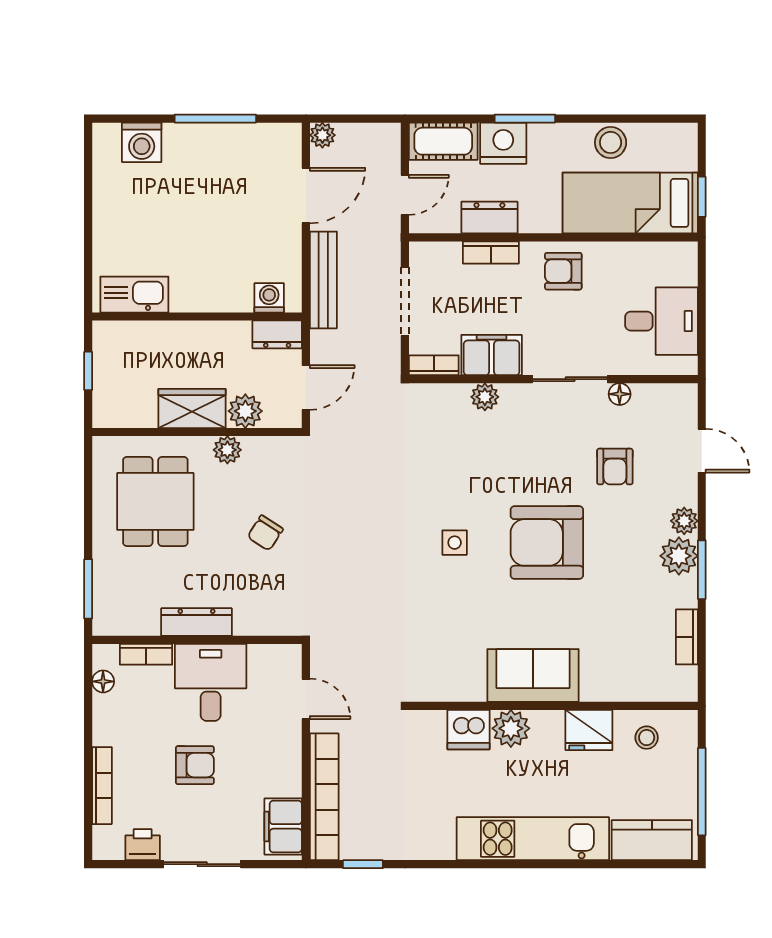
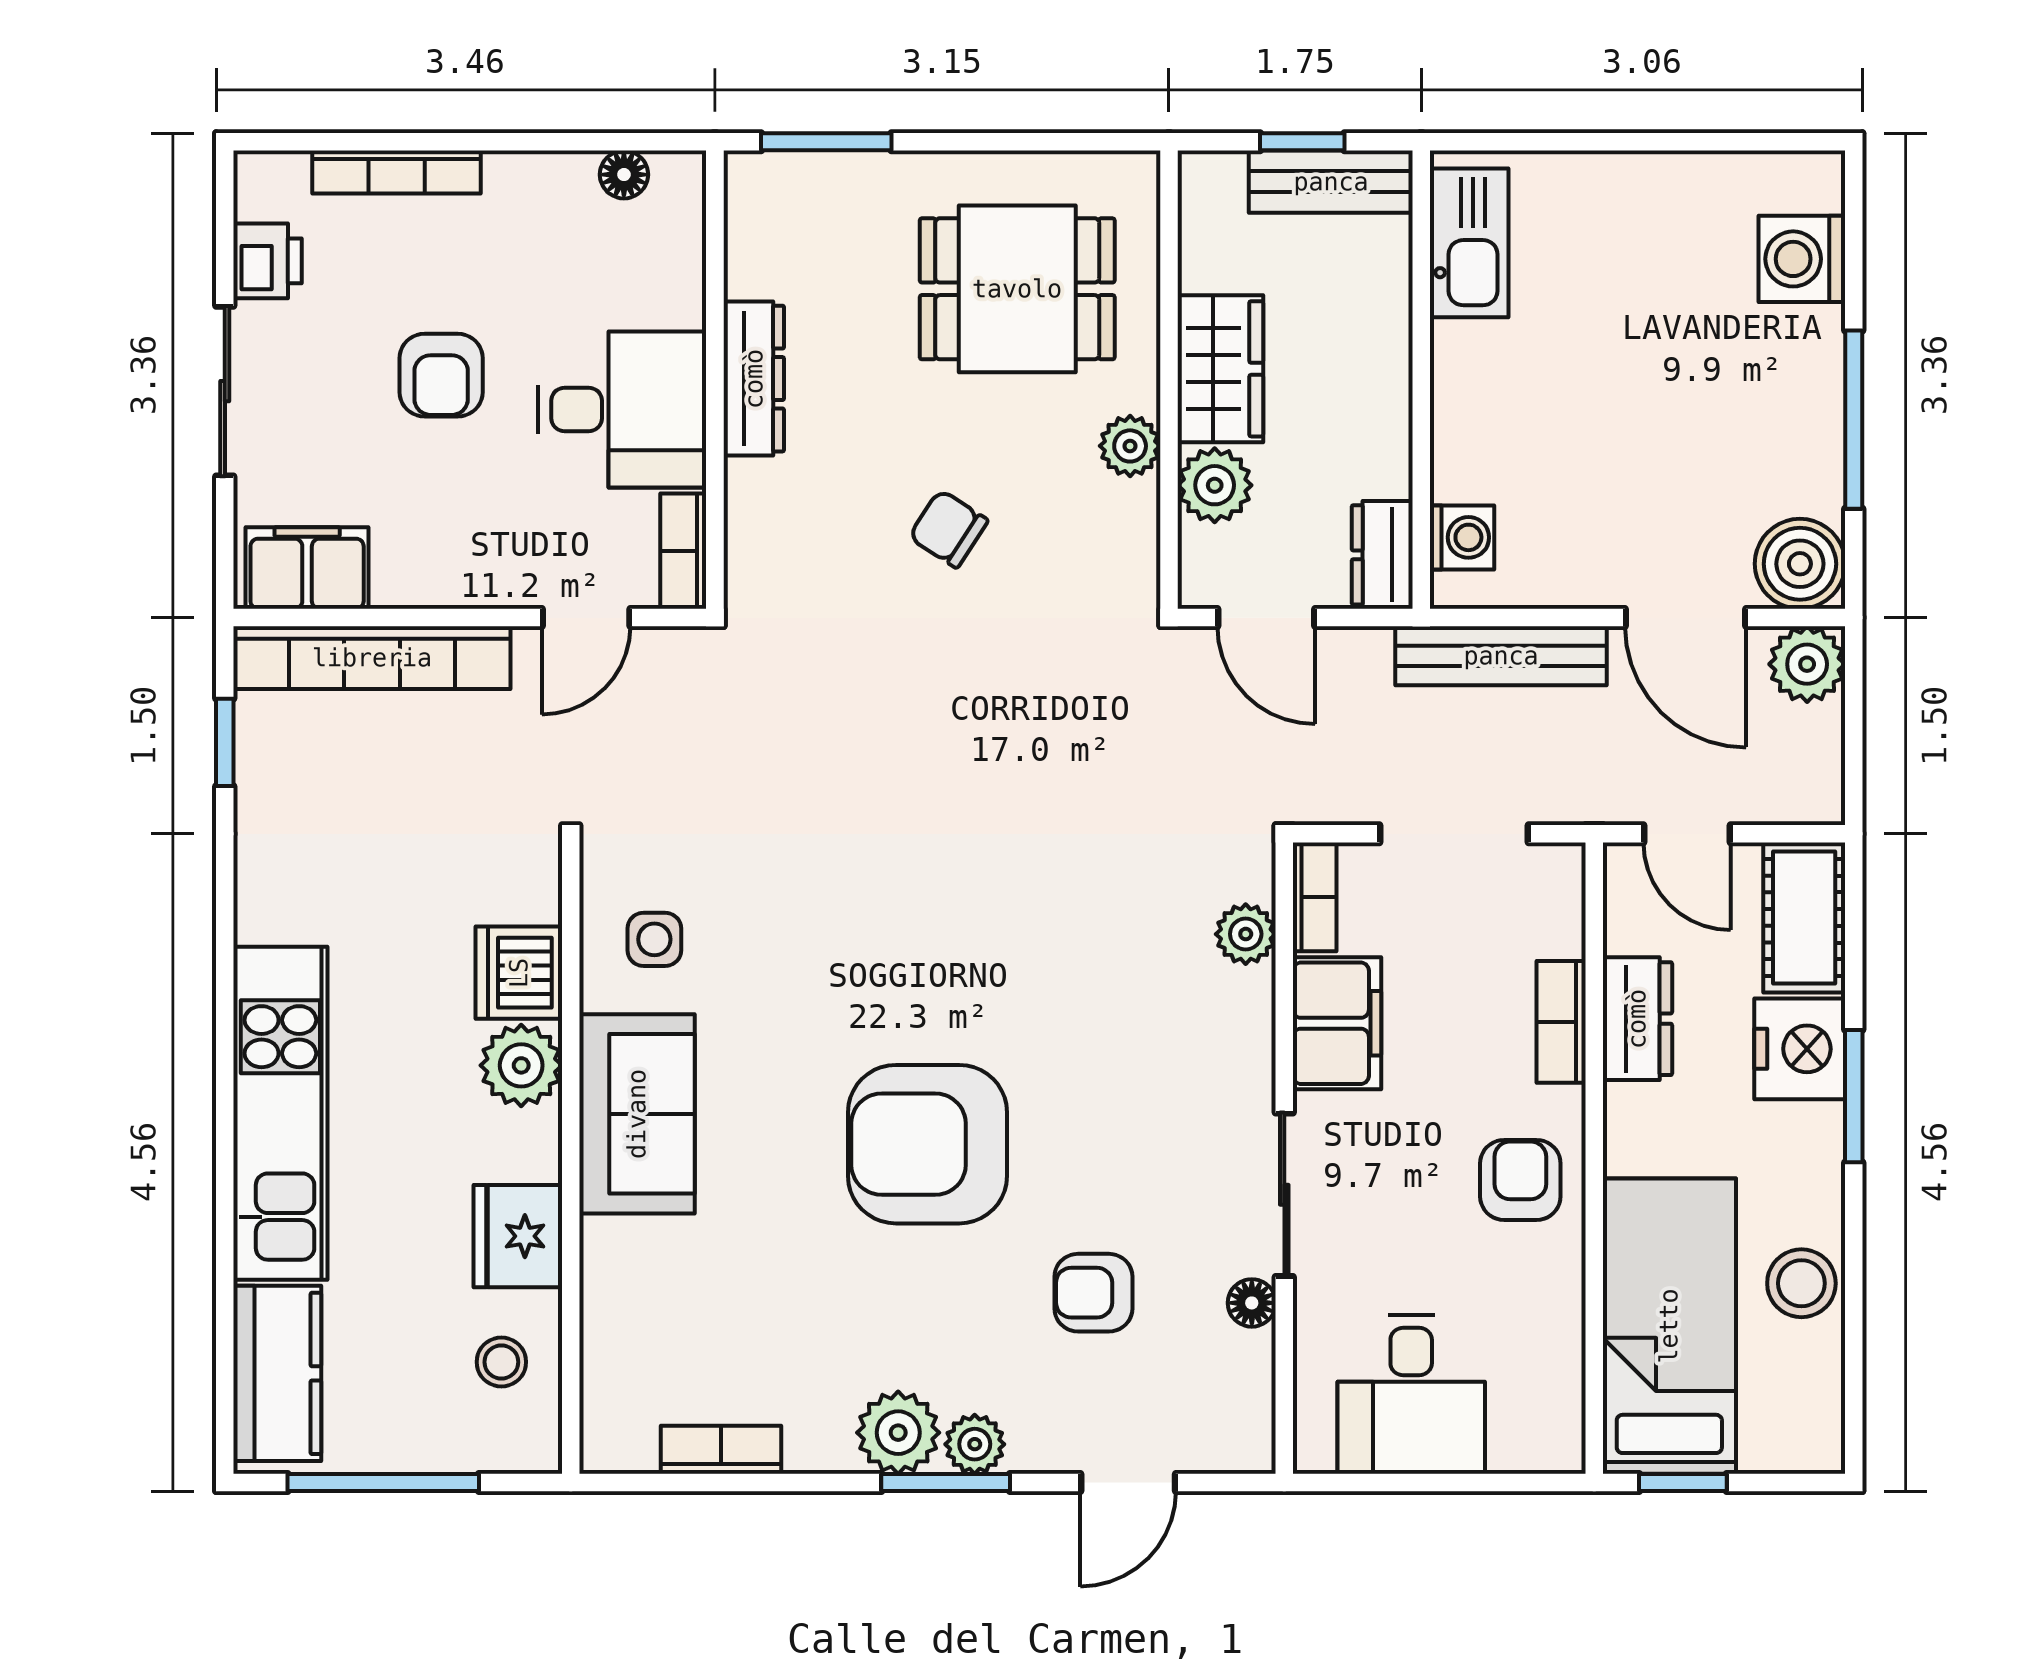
plant: (322, 135) -> (1807, 664), width x1.38, depth x1.38
boiler: (281, 143) -> (1800, 564), added
bench: (106, 358) -> (1331, 182), added
plant: (485, 397) -> (1246, 934), moved
armchair: (547, 542) -> (928, 1144), turned -90
side table: (455, 543) -> (654, 939), moved
window: (702, 570) -> (946, 1482), moved
bookcase: (146, 654) -> (683, 551), moved

